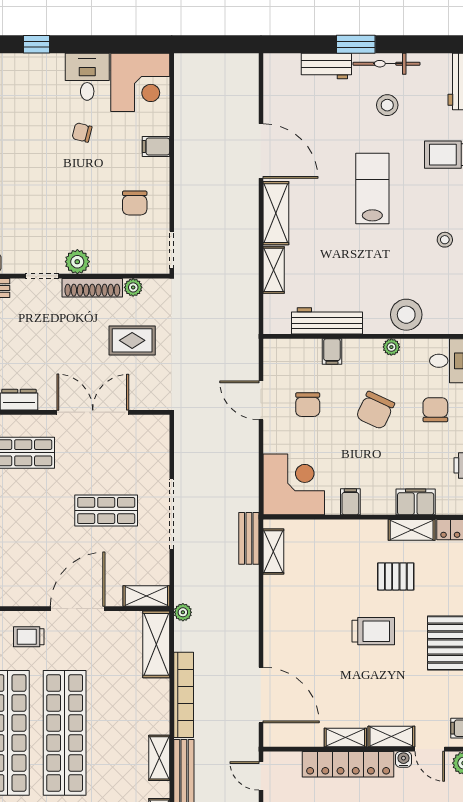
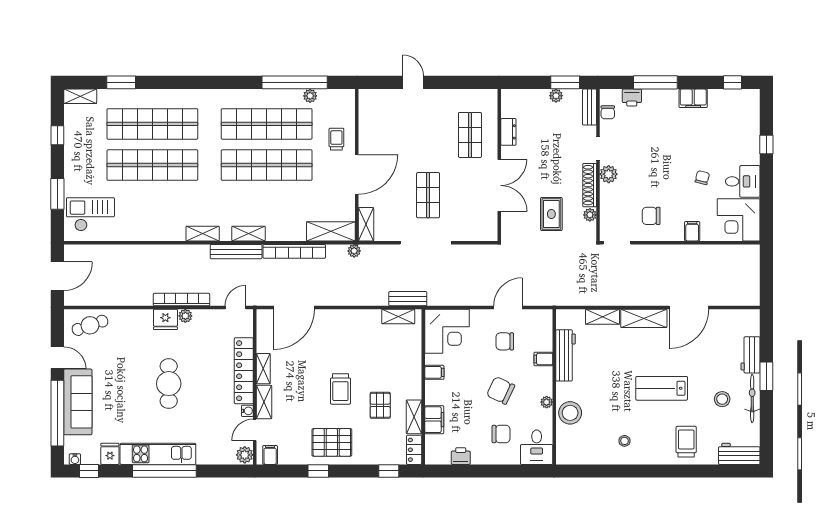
lab bench: (372, 188) -> (662, 388), turned 180
door: (78, 609) -> (357, 174), hinge flipped

